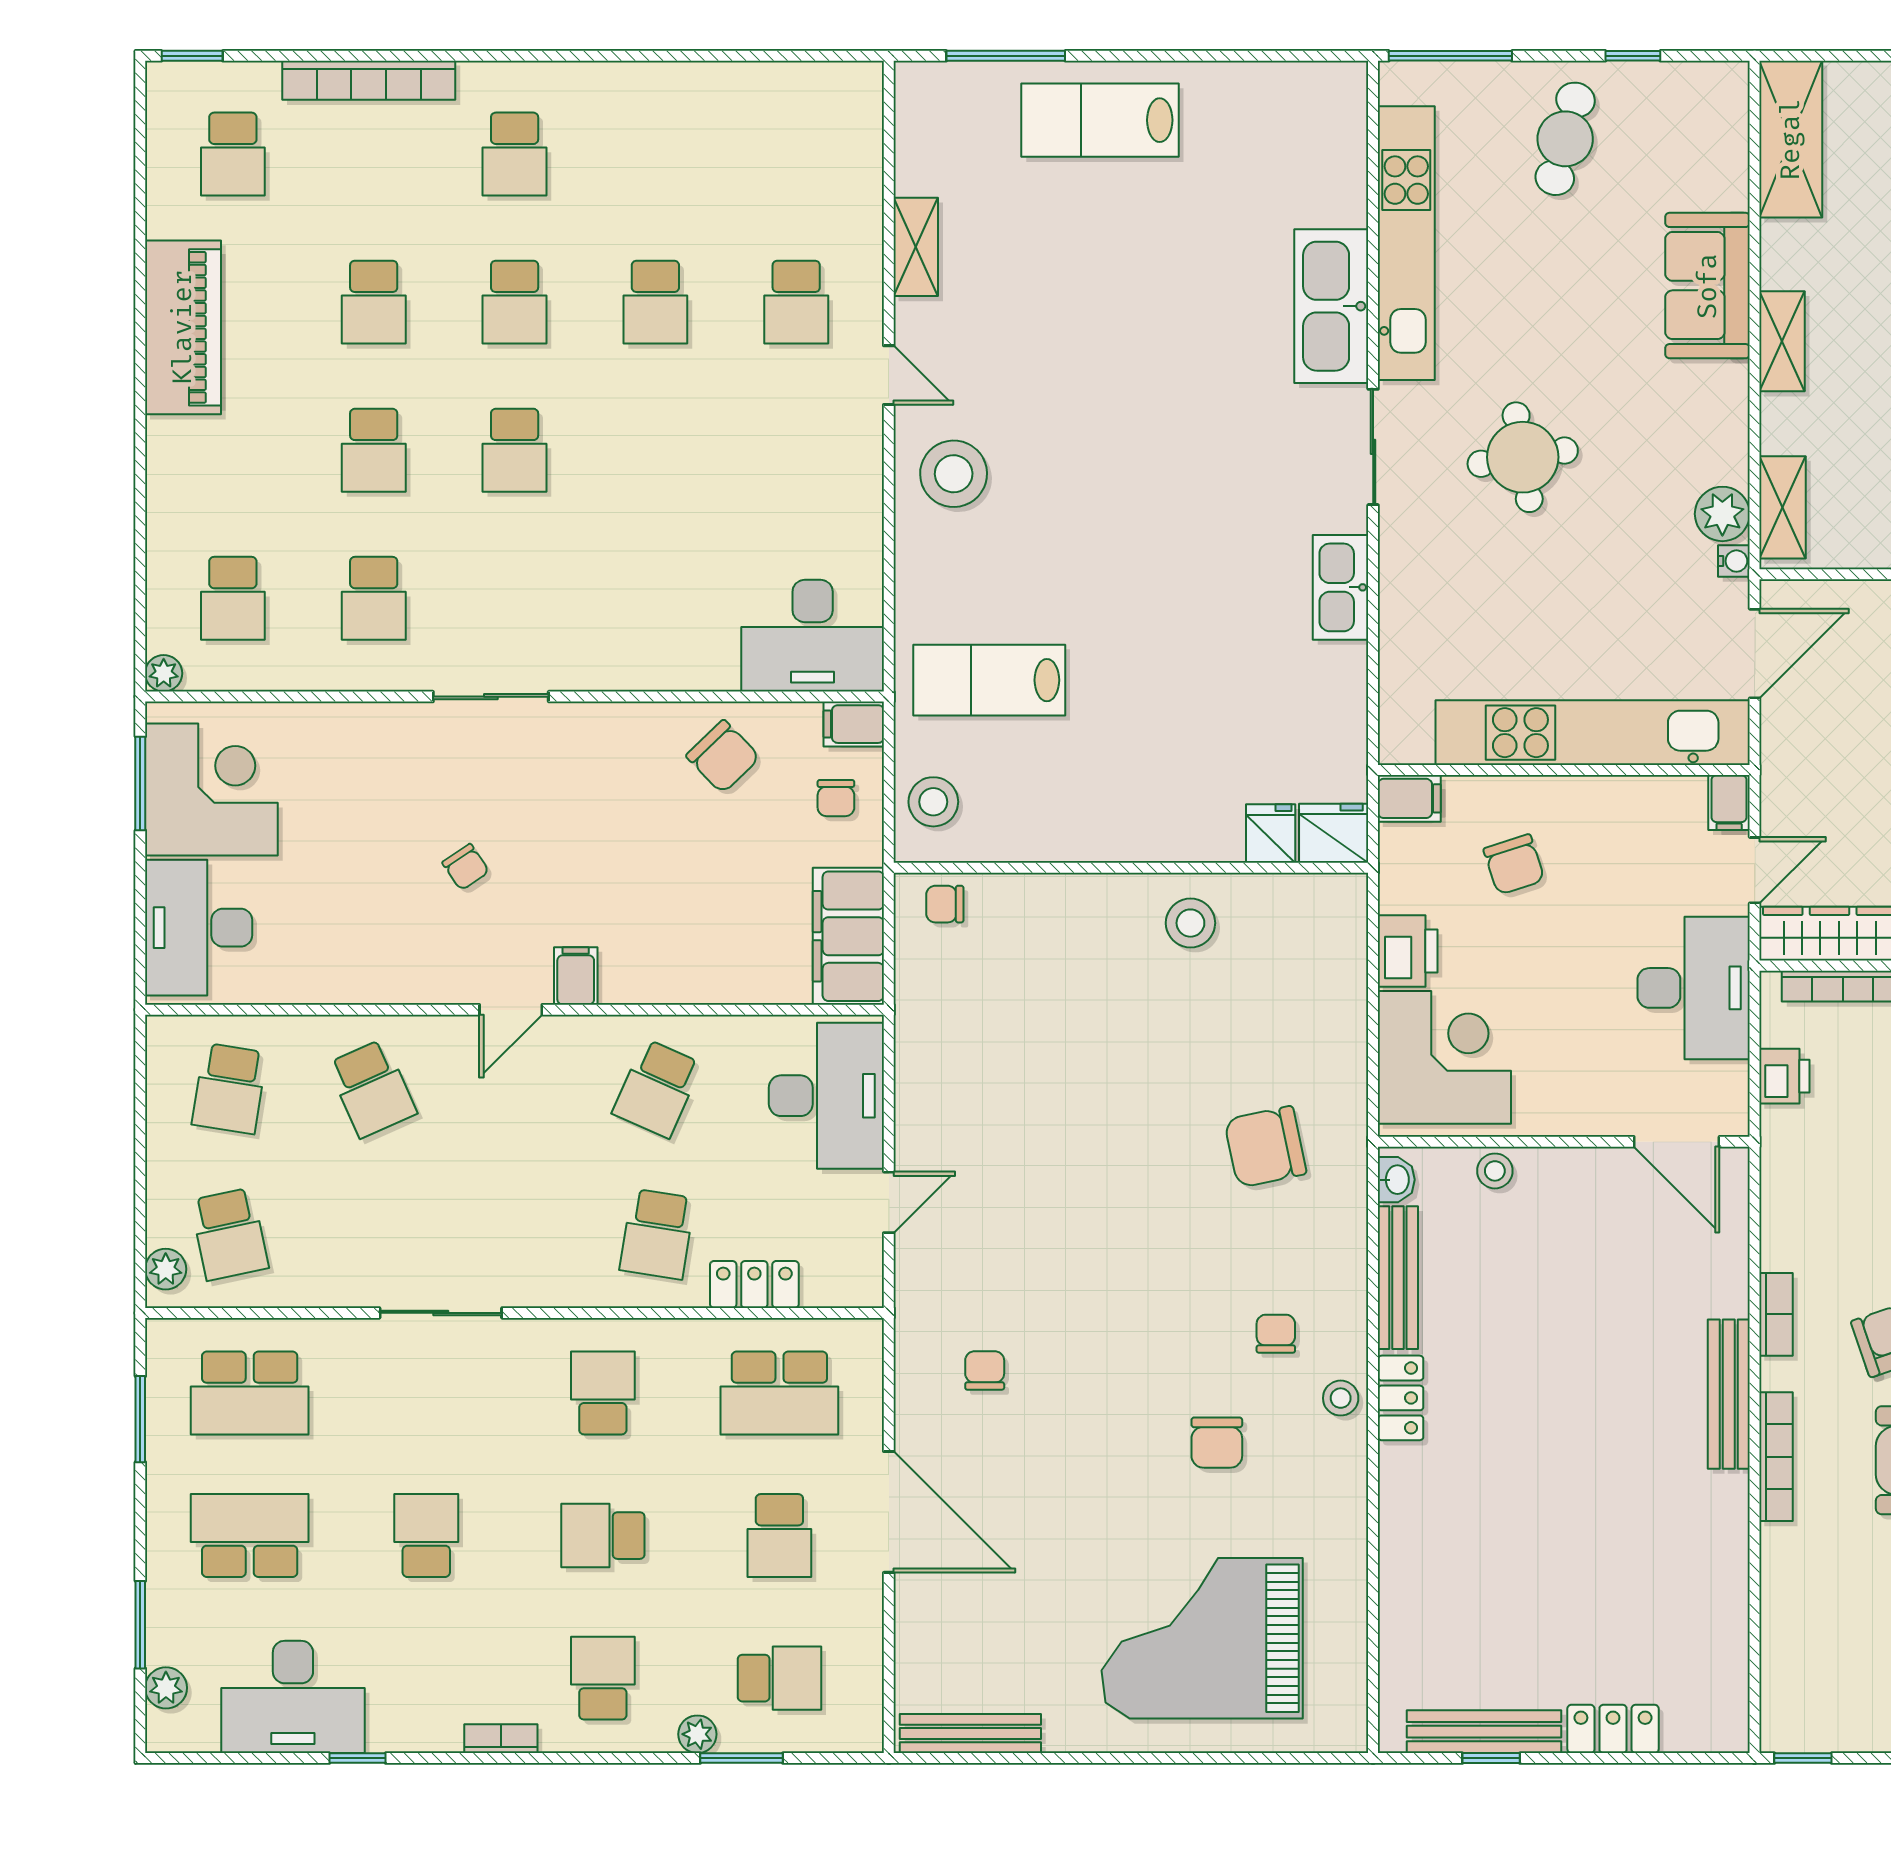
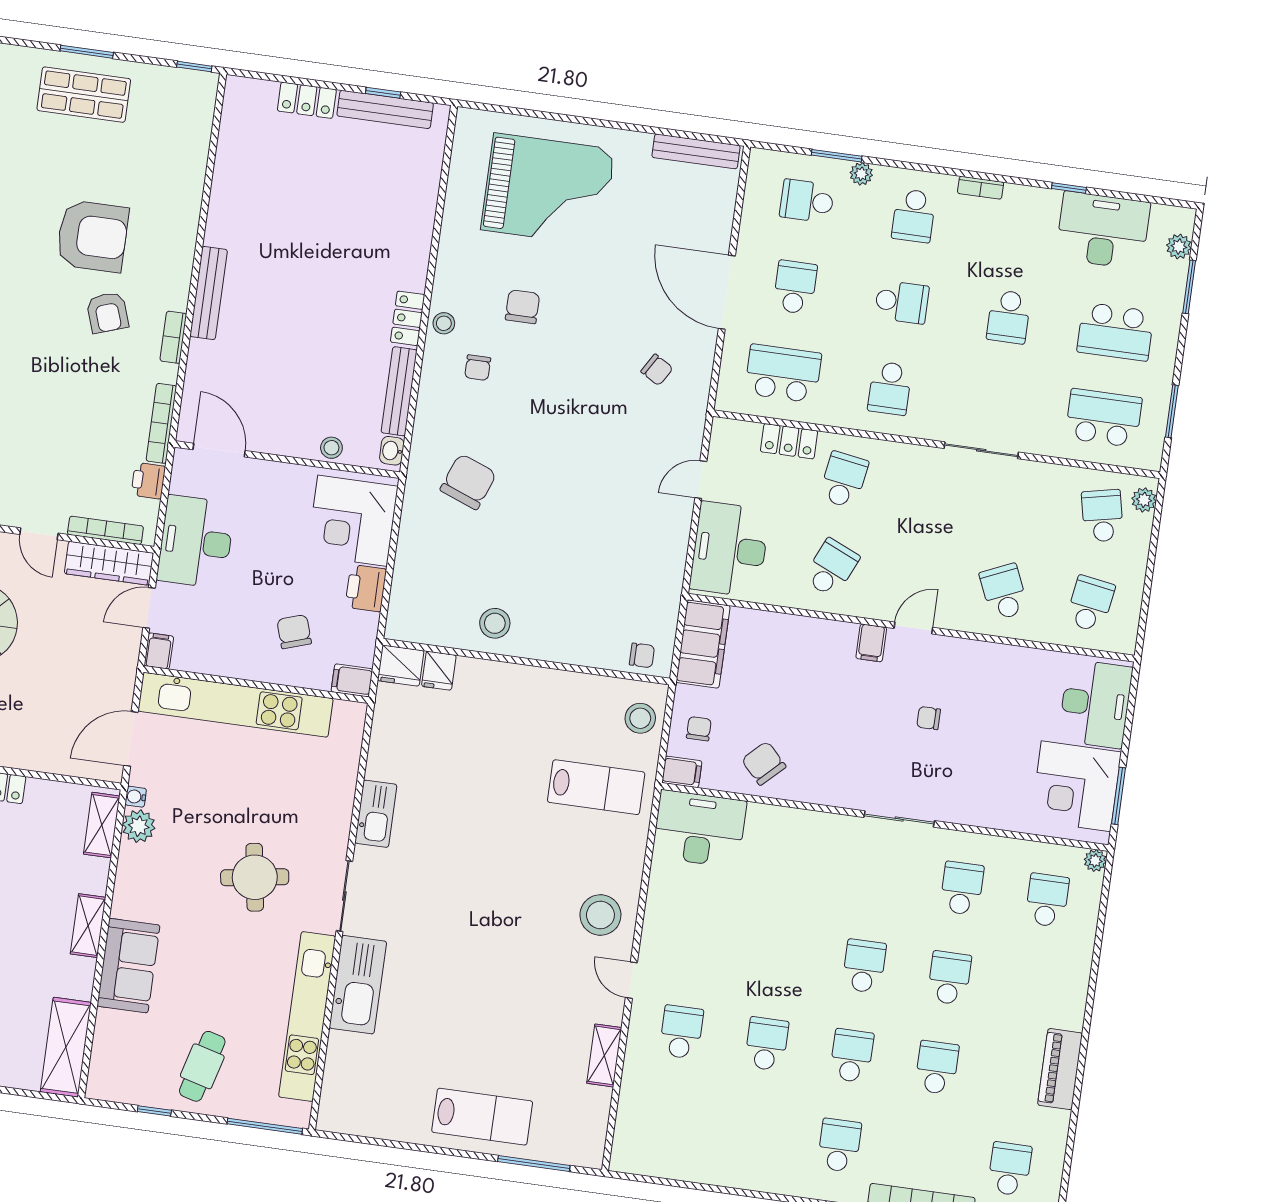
piano: (183, 327) -> (1060, 1069), width x0.73, depth x0.75
chair: (466, 867) -> (929, 718), turned -56
chair: (1265, 1147) -> (468, 482), turned -57
chair: (985, 1370) -> (657, 370), turned -59
bookcase: (1776, 1457) -> (161, 423), moved

